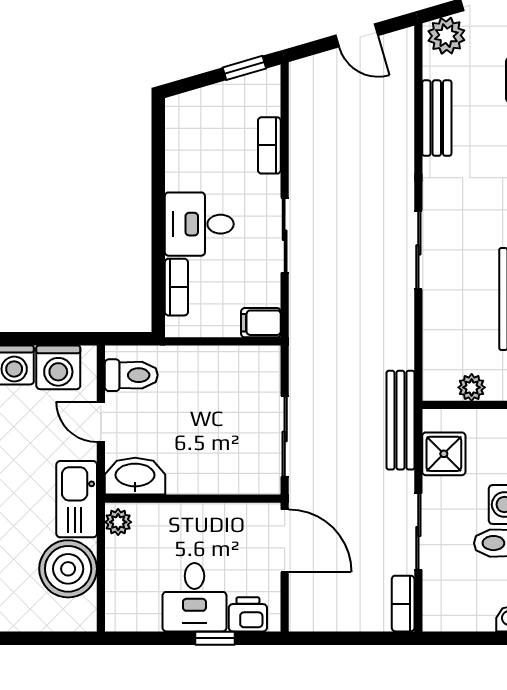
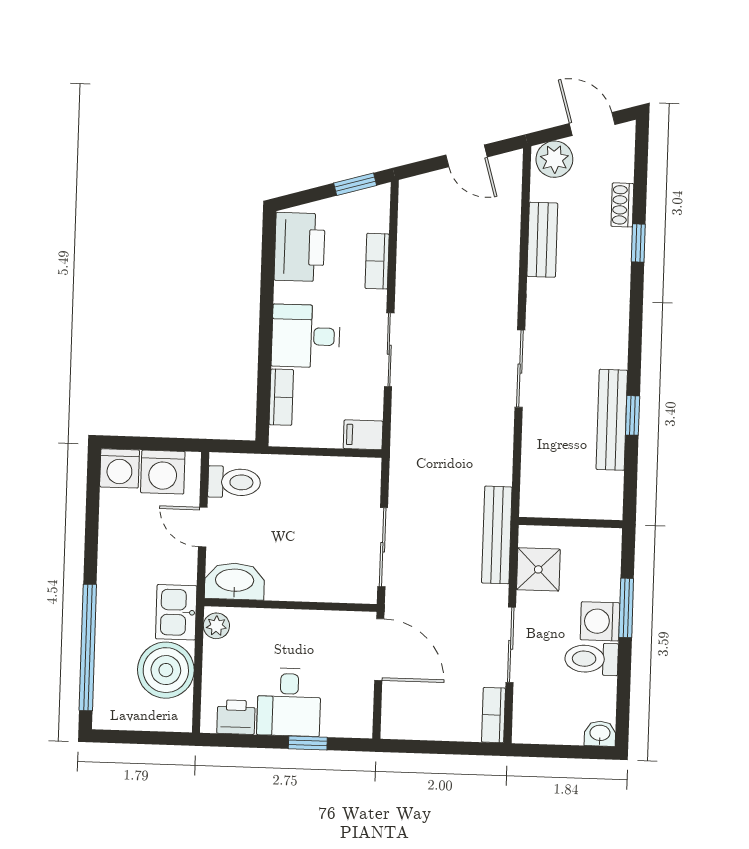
printer: (190, 134) -> (300, 247), added
plant: (472, 387) -> (568, 505), removed
kitchen sink: (77, 499) -> (176, 612), width x0.73
printer: (248, 614) -> (236, 717), moved

